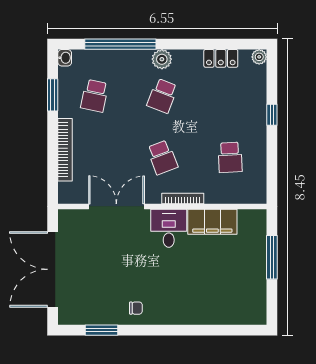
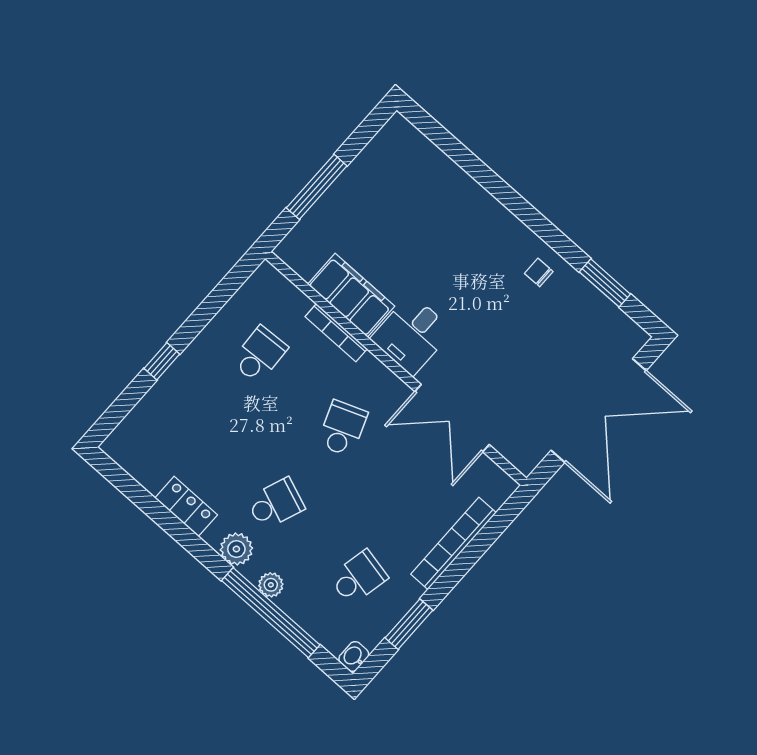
plant: (259, 57) -> (271, 585), moved
locker: (221, 58) -> (186, 506), moved
bookcase: (183, 198) -> (336, 333), moved

